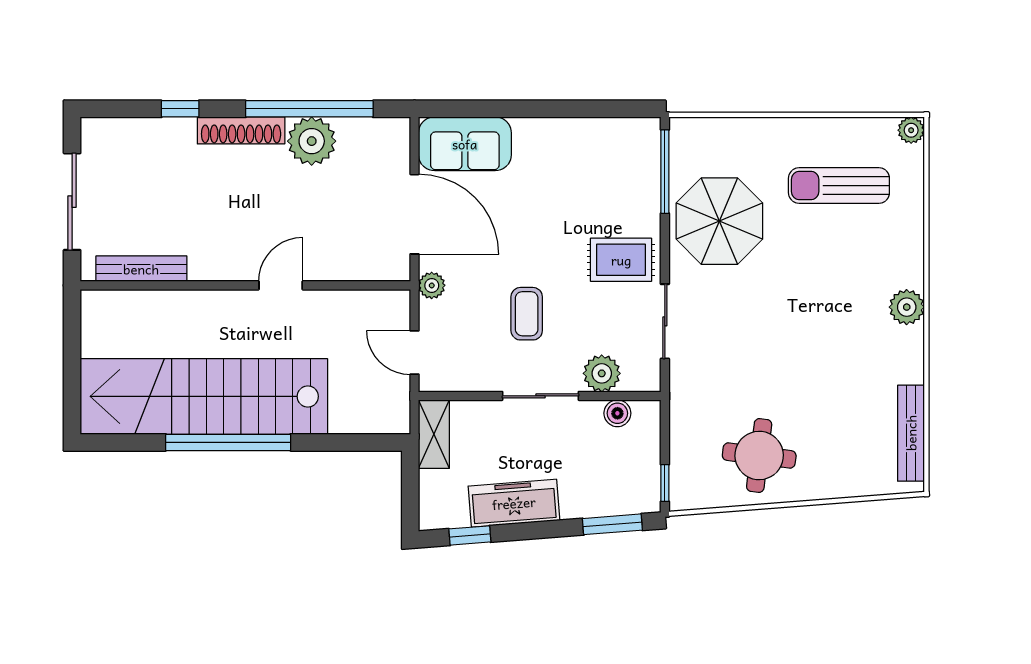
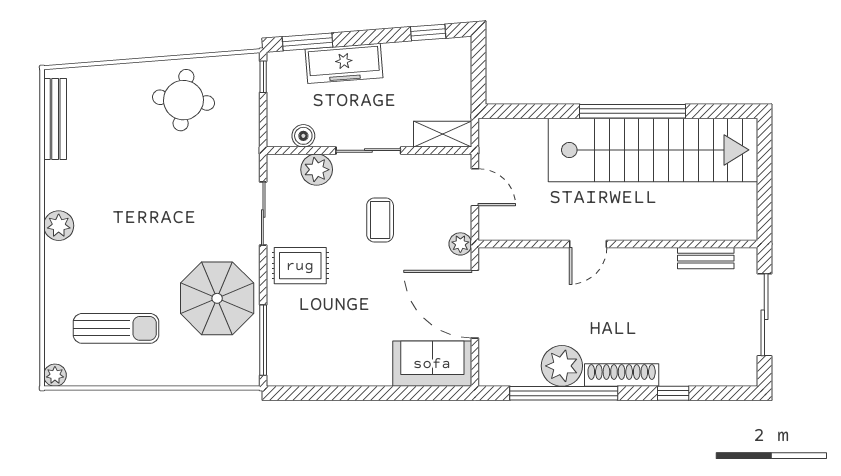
bench: (141, 269) -> (706, 258), width x0.73
shelving: (434, 434) -> (443, 134), moved, turned 90
freezer: (514, 503) -> (344, 63), moved

